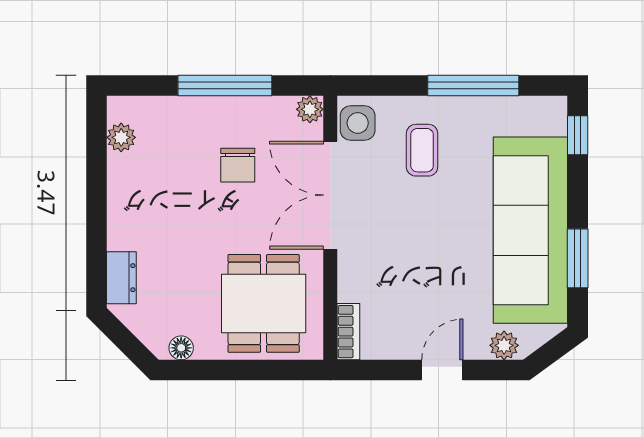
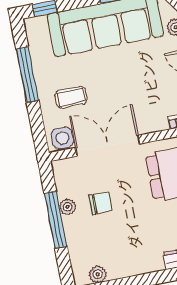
plant: (310, 109) -> (68, 207), moved
double door: (330, 195) -> (108, 146), swing flipped

